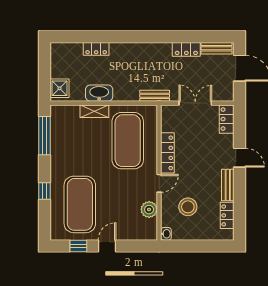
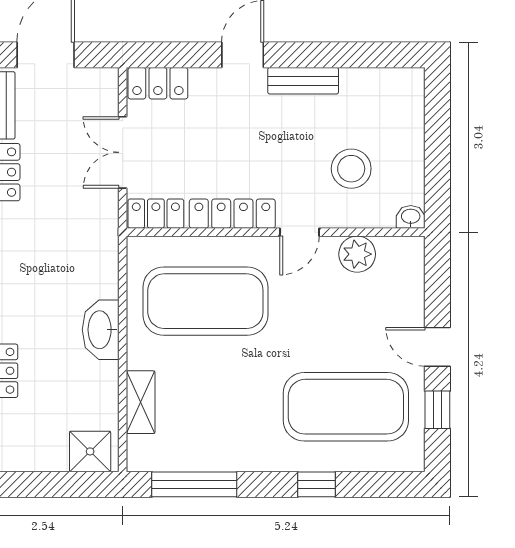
washbasin: (99, 93) -> (101, 330), moved
bench: (155, 96) -> (107, 242), removed
shelving: (94, 111) -> (141, 402), moved
door: (159, 183) -> (300, 232), swing flipped
locker: (227, 215) -> (156, 214), moved, turned 180

